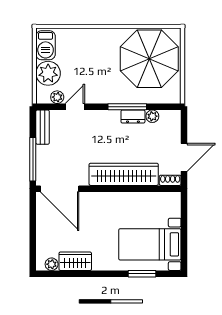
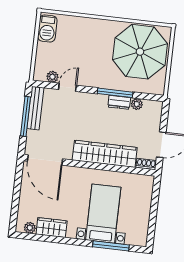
plant: (48, 73) -> (47, 54), removed
bench: (43, 127) -> (35, 108), width x1.36
window: (33, 159) -> (25, 116), moved
bed with nightstands: (150, 244) -> (103, 214), moved, turned 90
window: (142, 274) -> (111, 246), width x1.44

